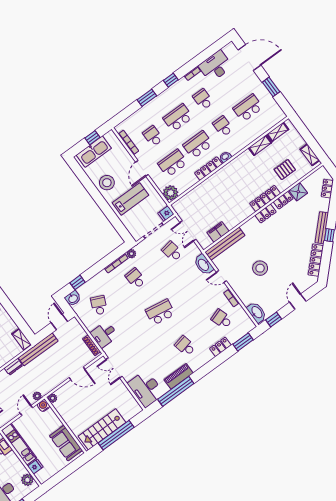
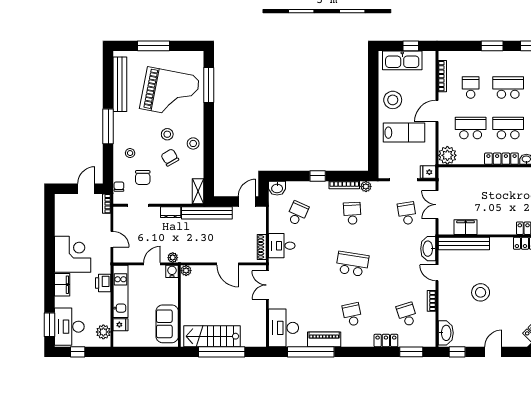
window: (78, 282) -> (318, 176), moved

